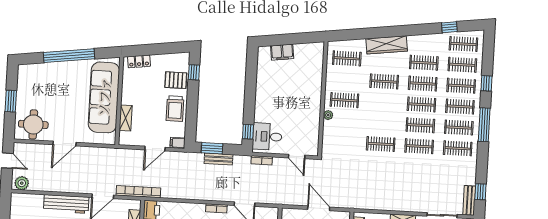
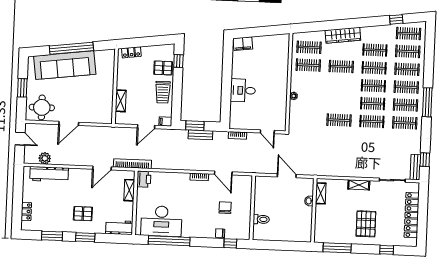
filing cabinet: (282, 52) -> (243, 44), moved
window: (487, 83) -> (429, 67), removed
sofa: (104, 97) -> (65, 65), moved, turned -97
clothes rail: (344, 100) -> (308, 65), moved
window: (248, 132) -> (225, 111), removed
desk: (267, 137) -> (243, 90), moved
plant: (22, 183) -> (45, 158), moved
workbench: (66, 204) -> (49, 174), moved

